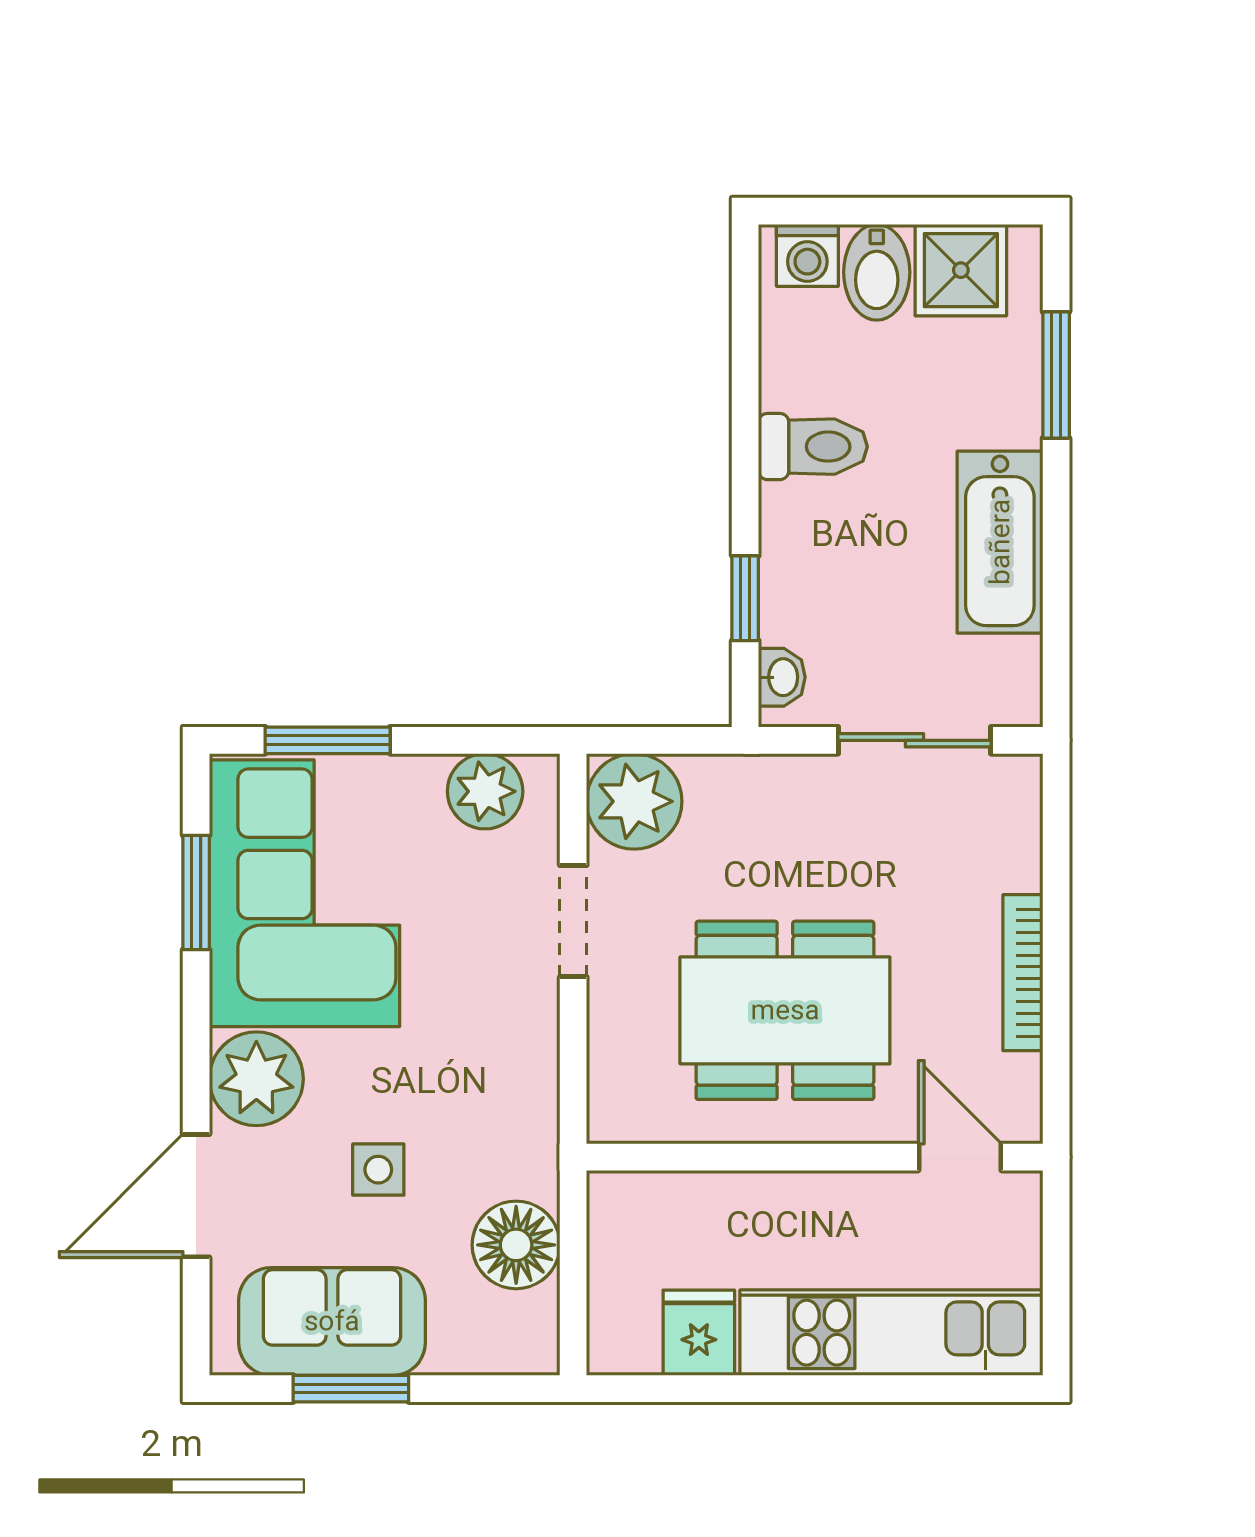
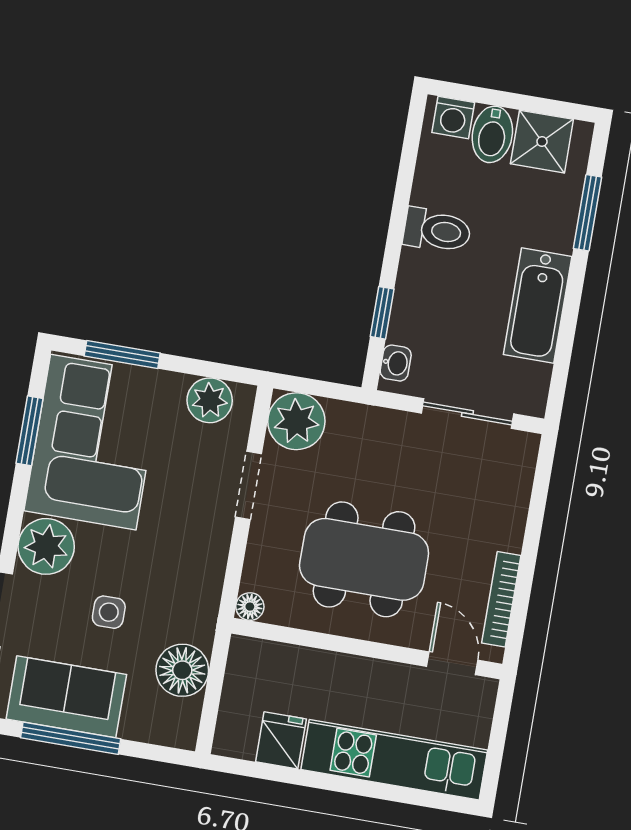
bookcase: (1023, 973) -> (501, 599), moved
floor lamp: (610, 1121) -> (250, 607), added
window: (351, 1389) -> (71, 738), width x1.44

